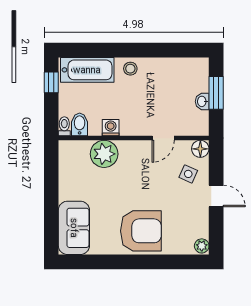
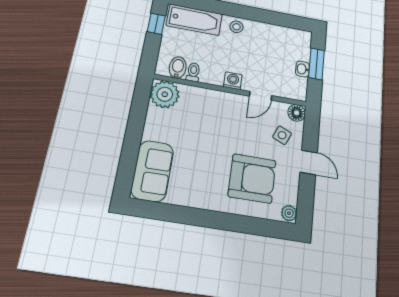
toilet: (64, 126) -> (193, 72), moved
washing machine: (111, 128) -> (233, 81), moved
plant: (104, 154) -> (165, 94), moved
armchair: (141, 231) -> (252, 178), moved

